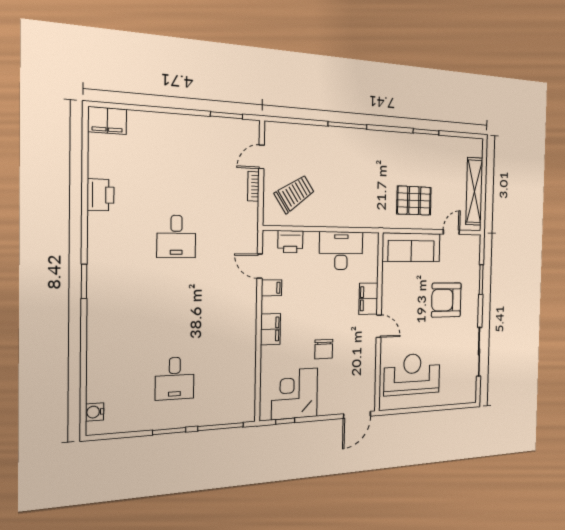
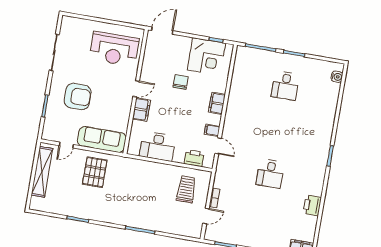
trolley: (295, 194) -> (186, 189), turned 124
pallet: (414, 201) -> (95, 172), turned 90
desk: (176, 237) -> (270, 174), turned 180
door: (379, 326) -> (136, 89), swing flipped
desk: (175, 378) -> (285, 86), turned 180

